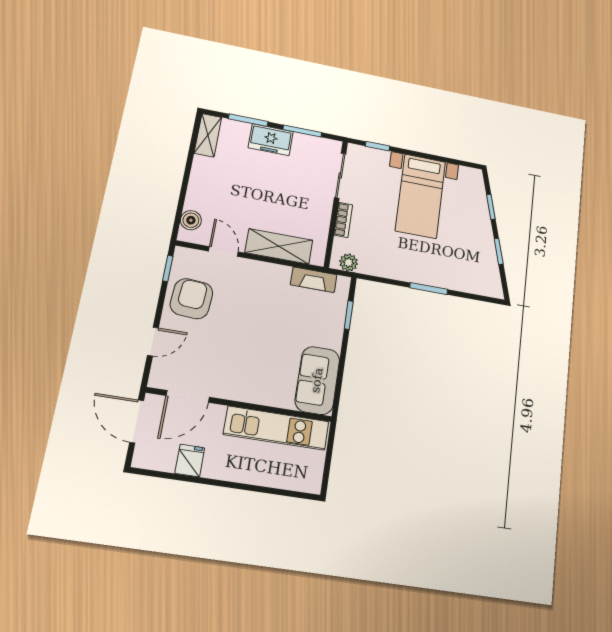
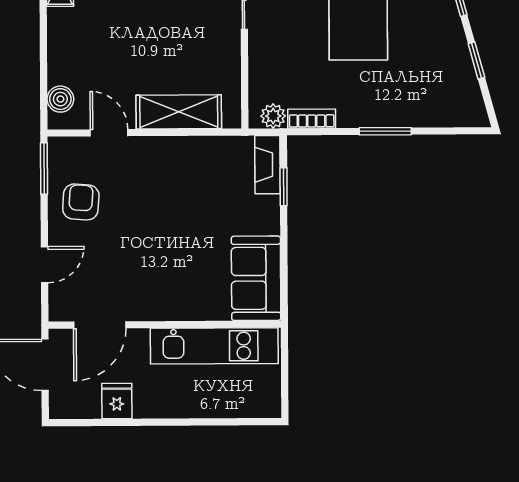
bookcase: (343, 220) -> (312, 119), moved, turned -90
window: (168, 269) -> (44, 169), width x1.50
fireplace: (314, 280) -> (267, 165), moved, turned 90
armchair: (191, 299) -> (81, 202), width x0.72, depth x0.72

